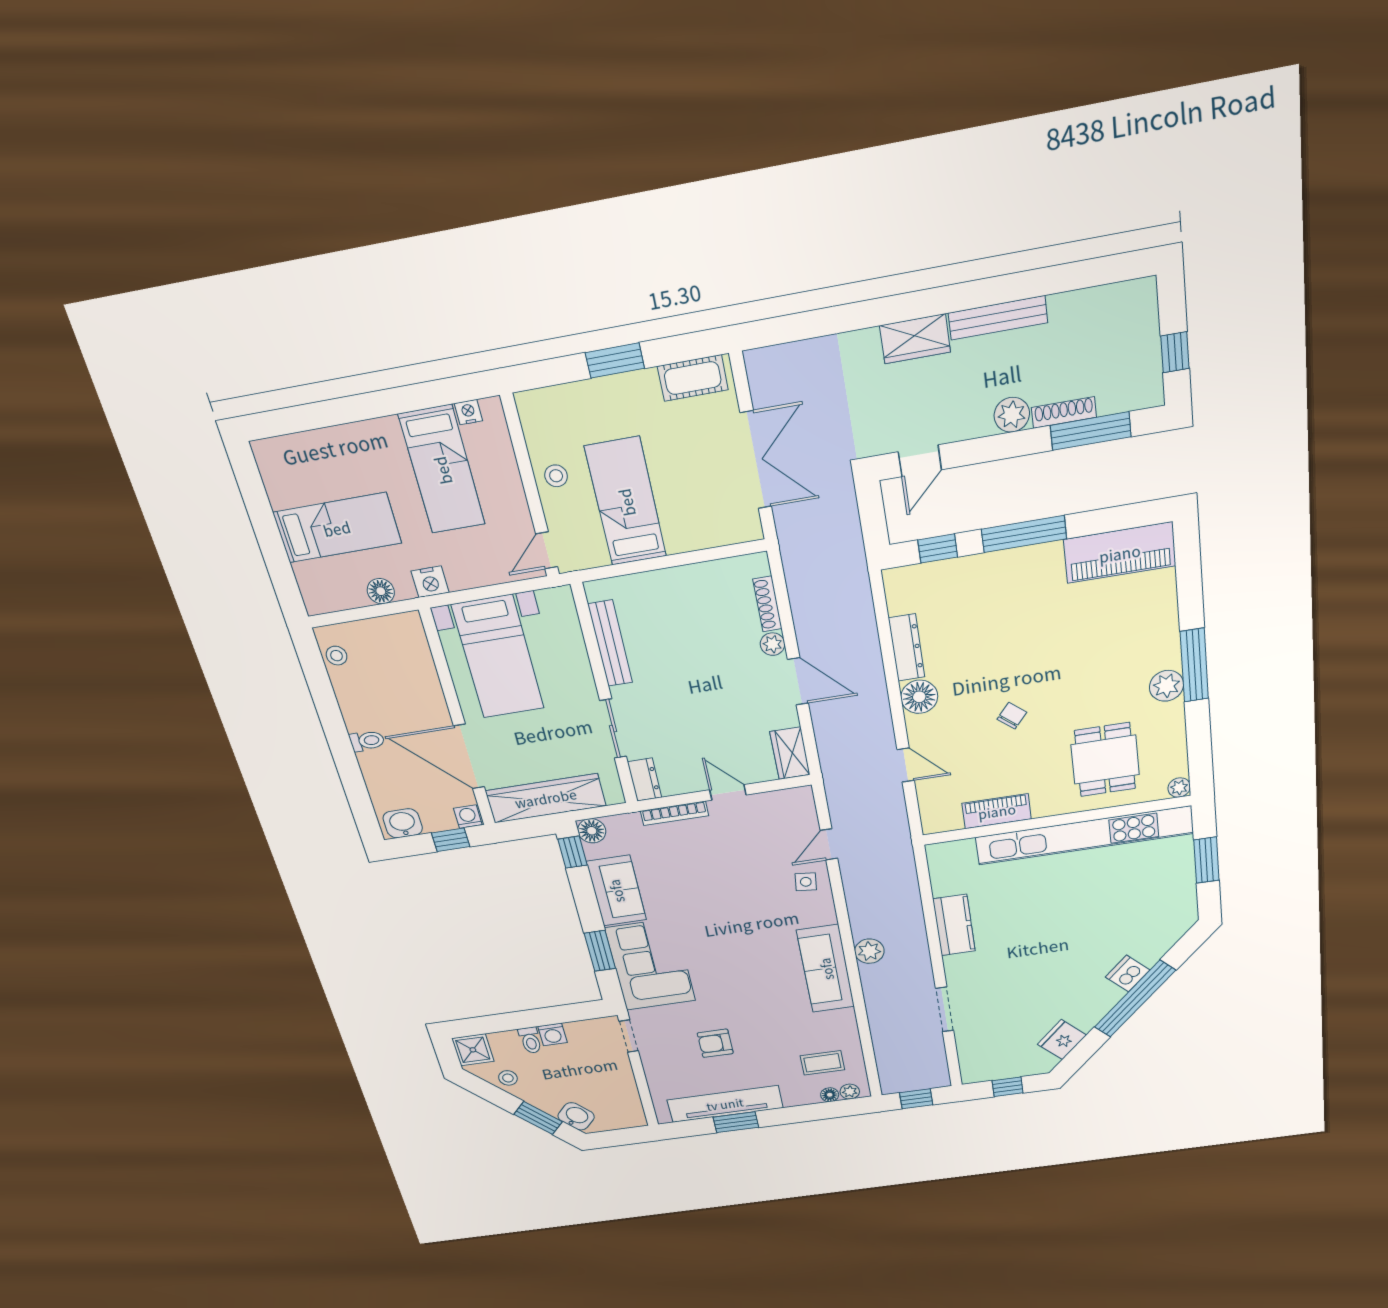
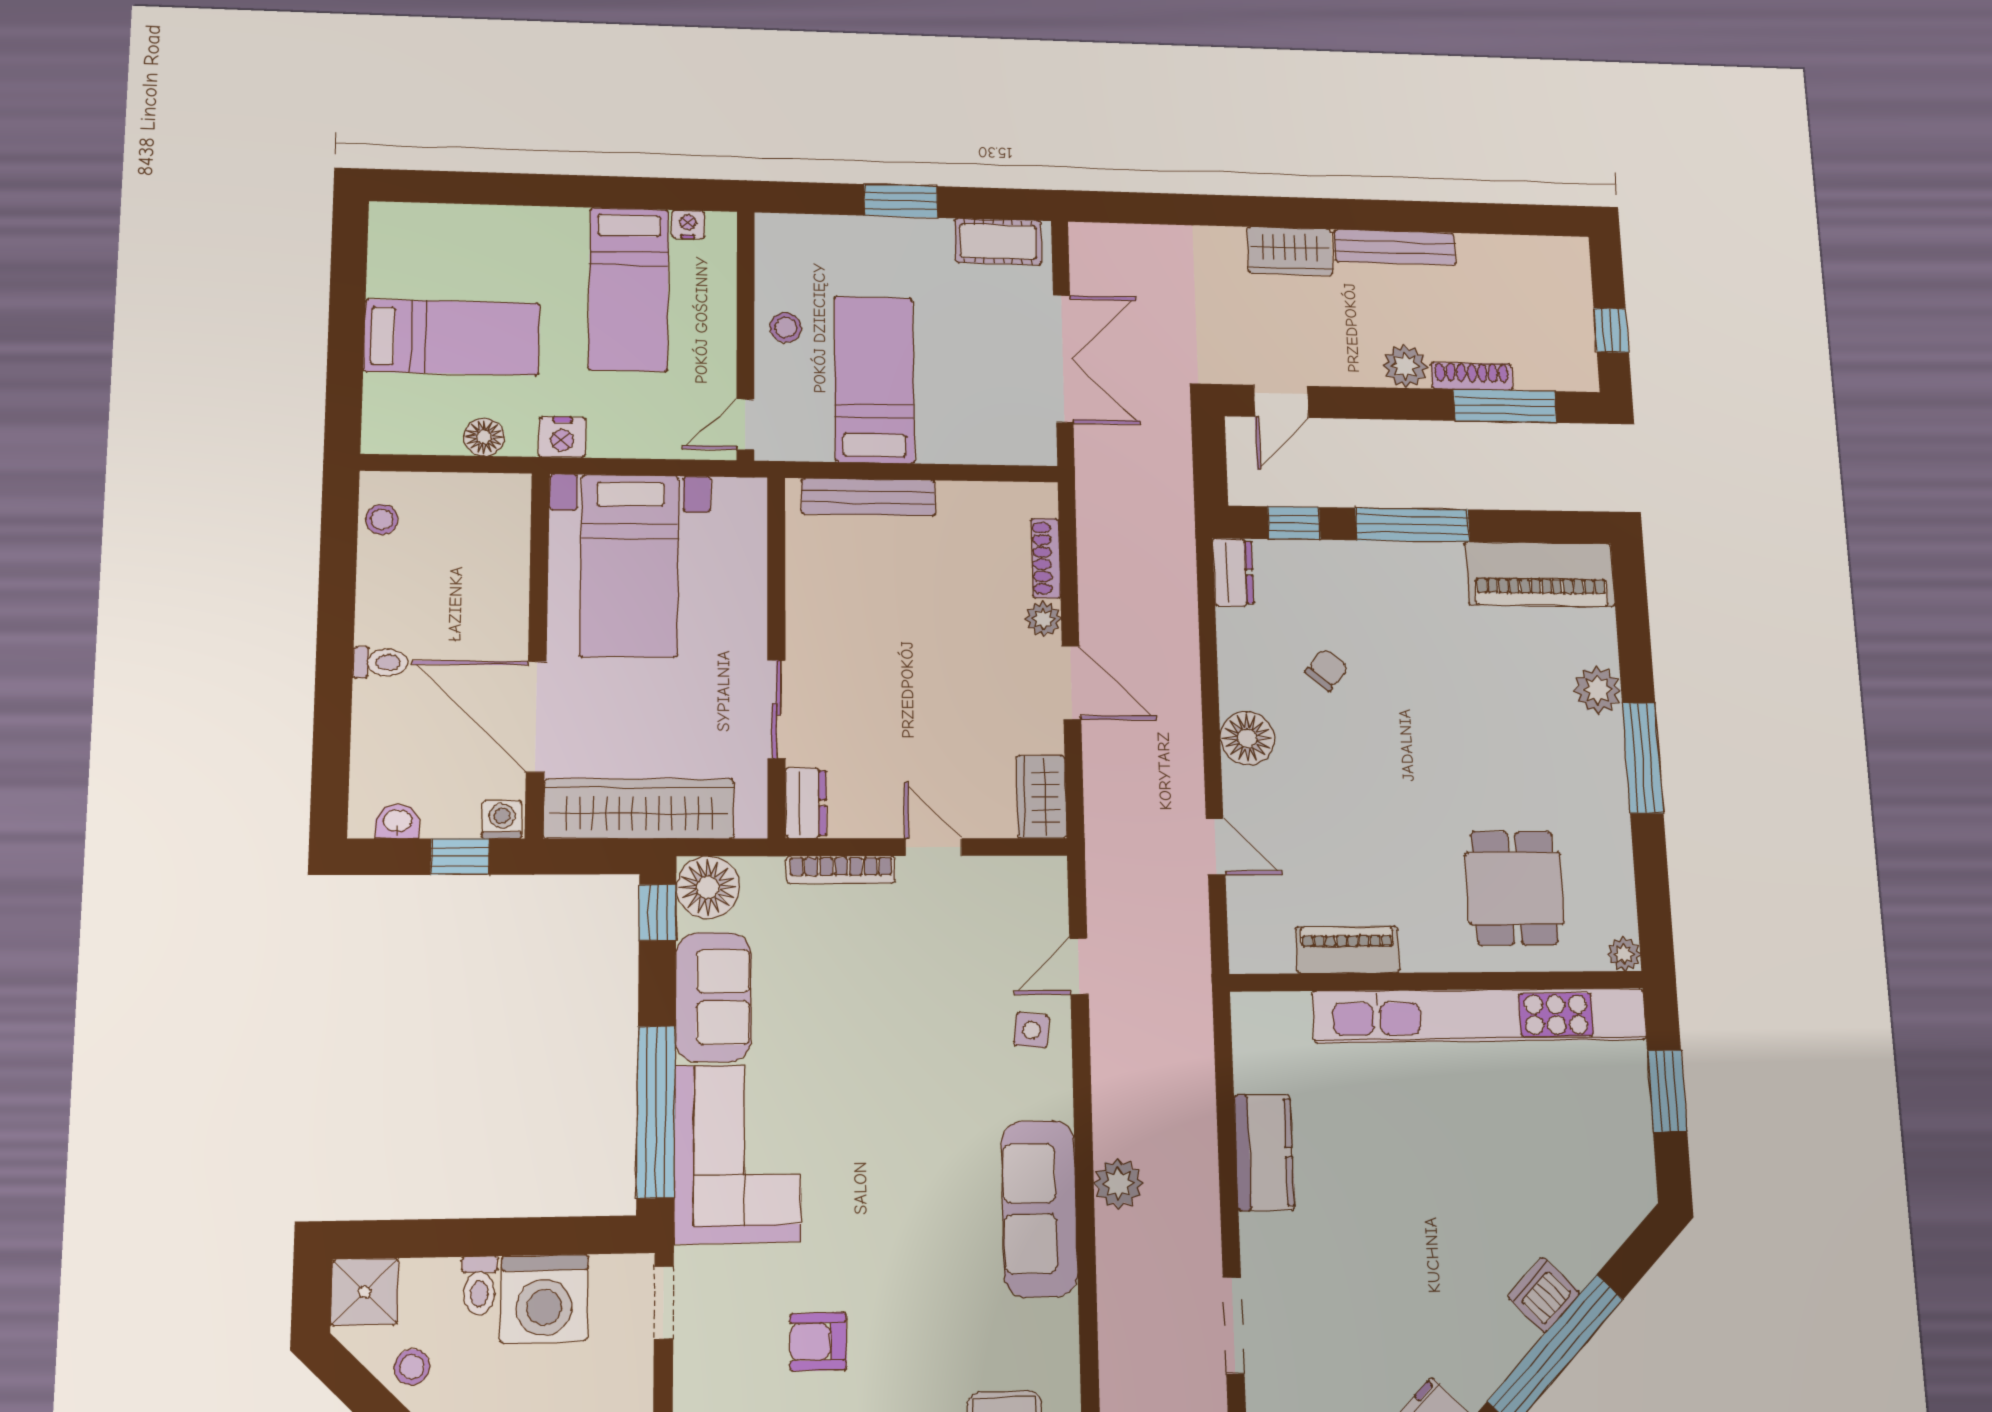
bench: (610, 643) -> (868, 497), moved, turned 90
dresser: (907, 648) -> (1233, 572), moved, width x0.70
plant: (1166, 686) -> (1597, 690), moved
chair: (1012, 716) -> (1326, 670), moved
washbasin: (403, 823) -> (397, 821), width x0.72, depth x0.69
floor lamp: (592, 831) -> (708, 887), width x1.38, depth x1.38
window: (600, 951) -> (656, 1112), width x2.11
washing machine: (553, 1034) -> (544, 1299), width x1.89, depth x1.89

